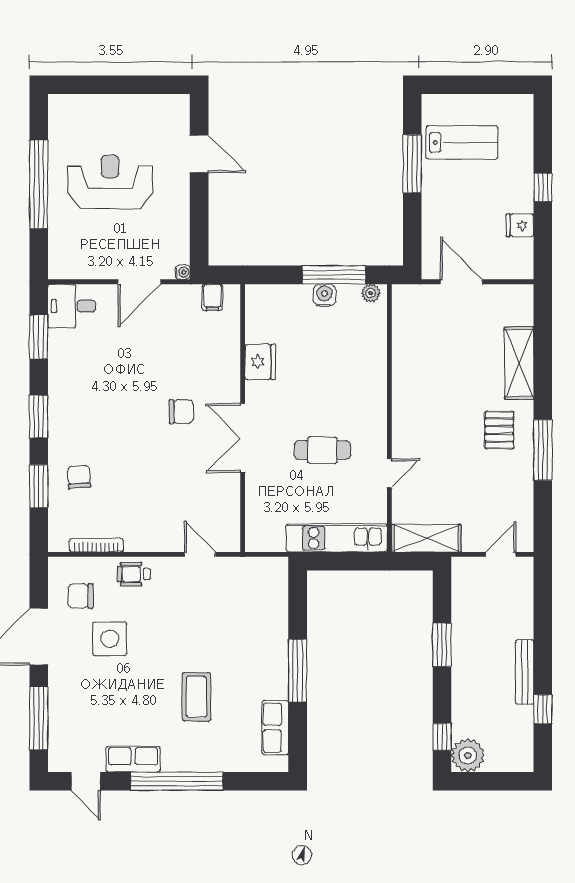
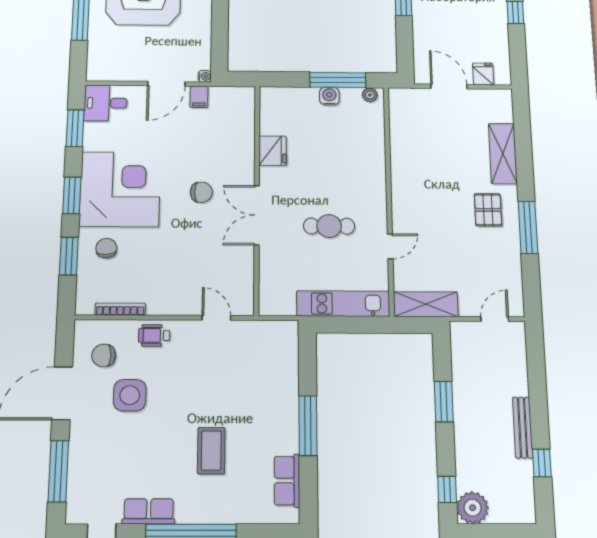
fridge: (520, 225) -> (483, 74), moved, turned 90
filing cabinet: (212, 297) -> (199, 97), moved
corner desk: (91, 409) -> (120, 189), added

